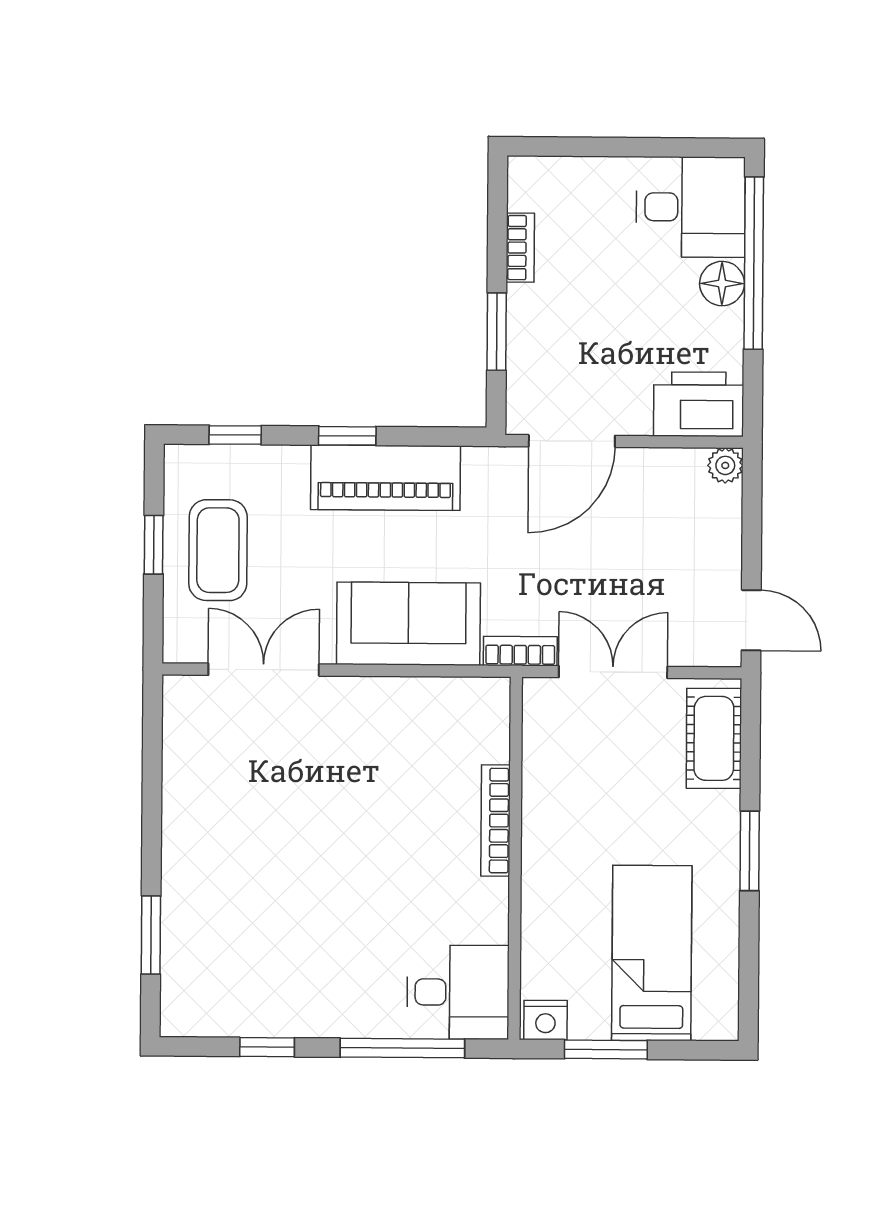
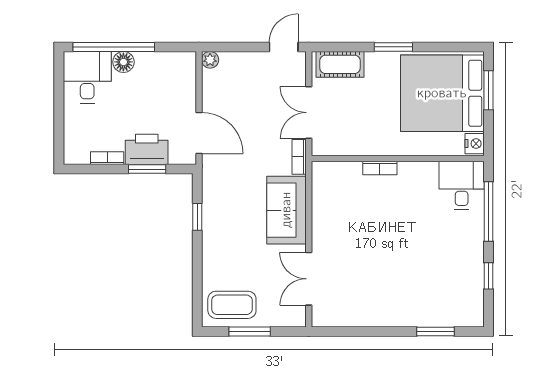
printer: (699, 404) -> (147, 149), moved, turned 90
window: (235, 435) -> (197, 293), removed
window: (347, 436) -> (197, 217), moved
piano: (386, 478) -> (217, 221), removed
window: (154, 545) -> (250, 332), width x1.50
coffee table: (218, 550) -> (232, 305), moved
bookcase: (496, 821) -> (380, 168), width x0.64
bed: (652, 953) -> (442, 93), width x2.04
window: (606, 1050) -> (488, 90), moved

